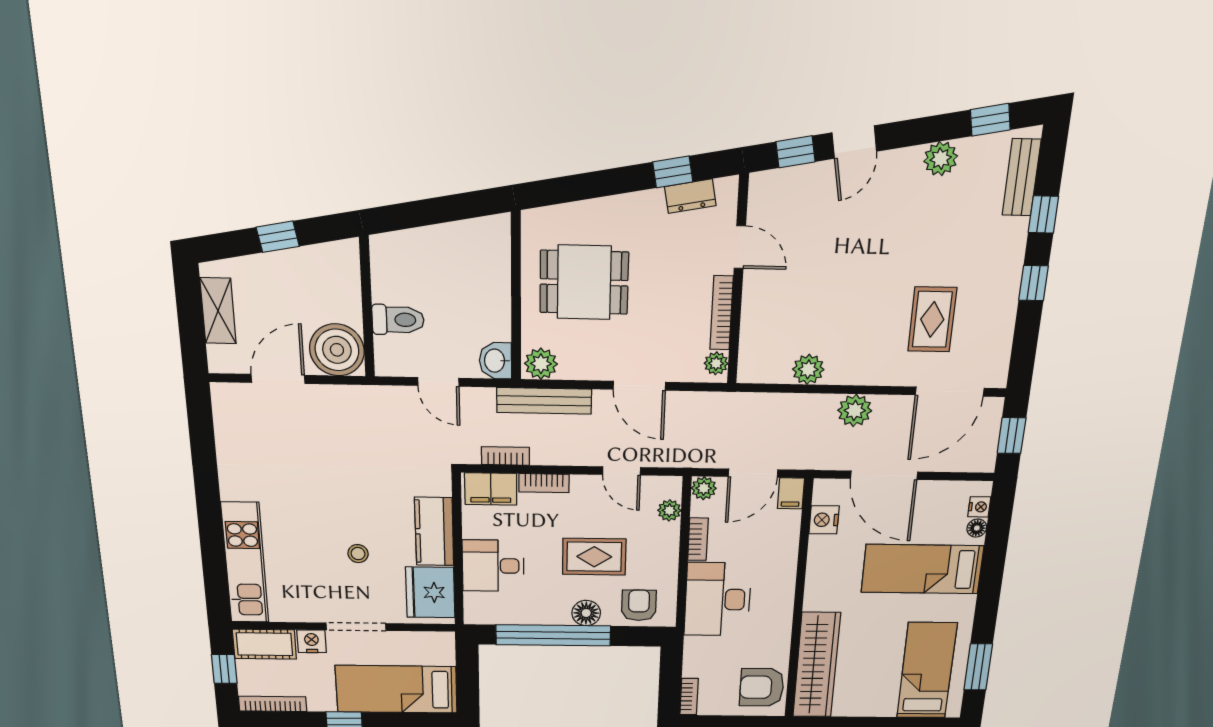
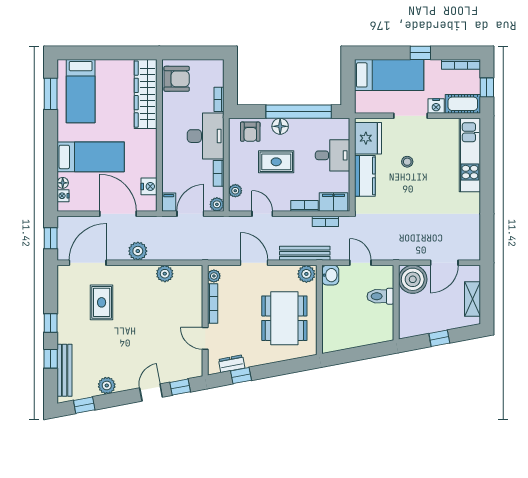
bench: (1022, 177) -> (65, 370), width x1.36
dining table: (584, 282) -> (284, 318), width x1.38
bookcase: (689, 697) -> (219, 99), moved

